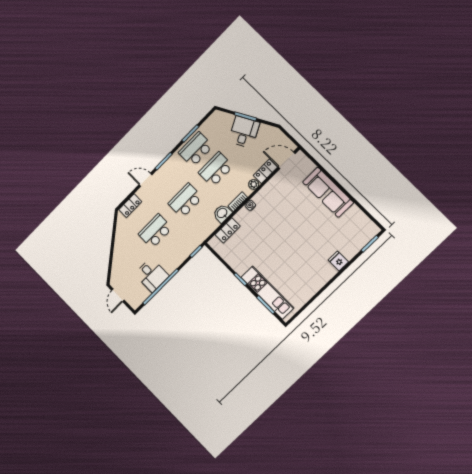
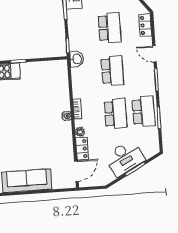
desk: (244, 132) -> (125, 158), width x1.37
door: (146, 180) -> (155, 54), swing flipped
washbasin: (222, 213) -> (77, 59), moved
locker: (228, 230) -> (63, 83), removed

